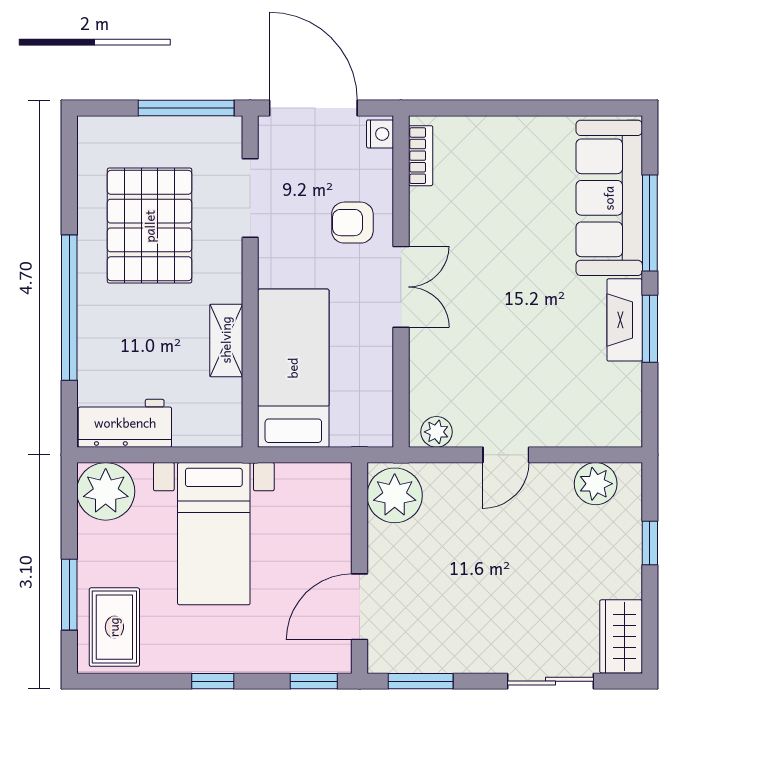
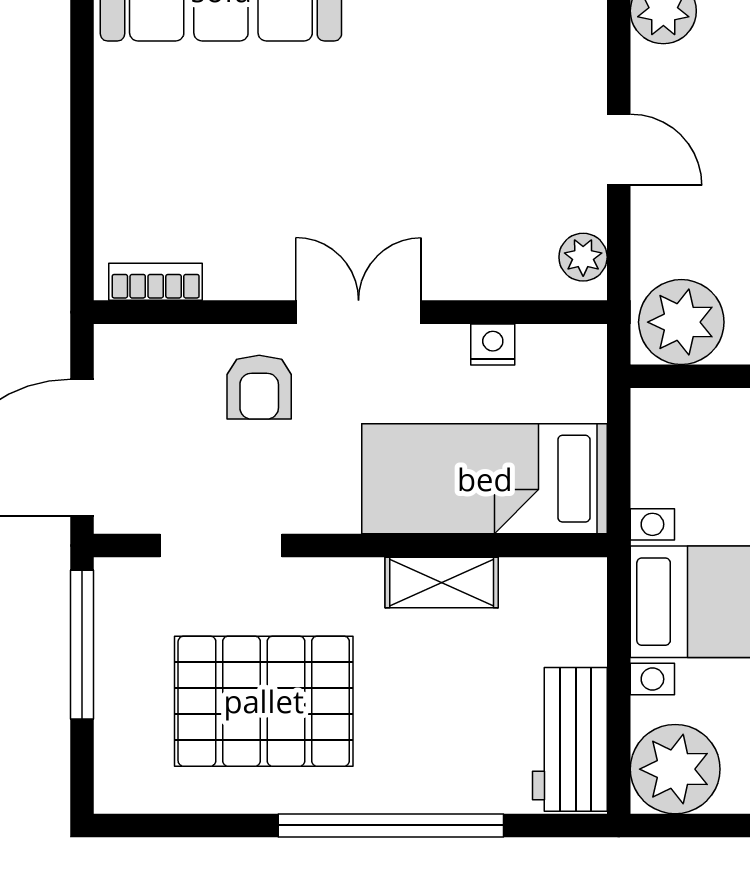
nightstand: (380, 134) -> (493, 344), moved

